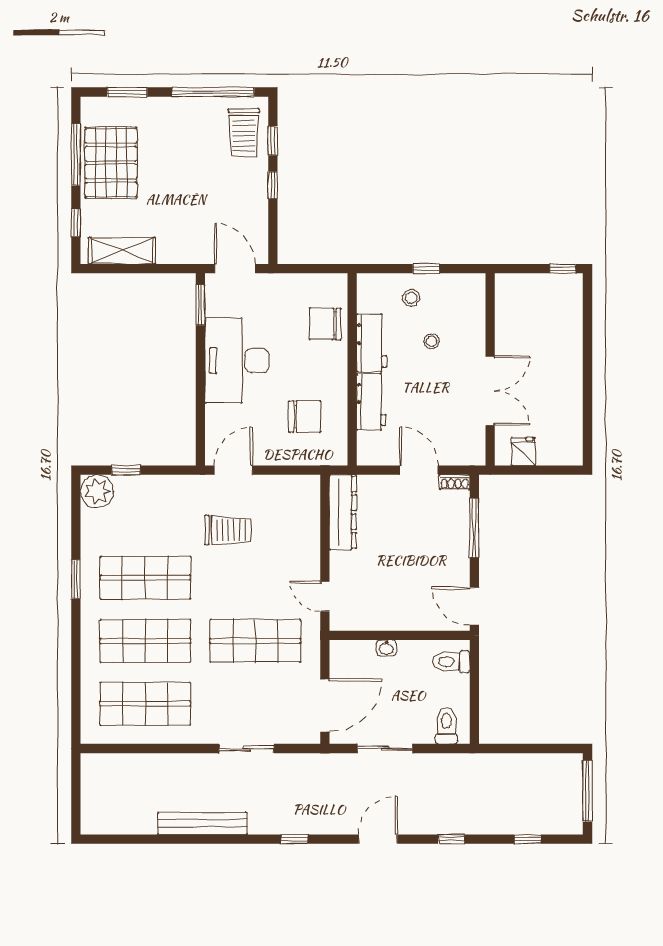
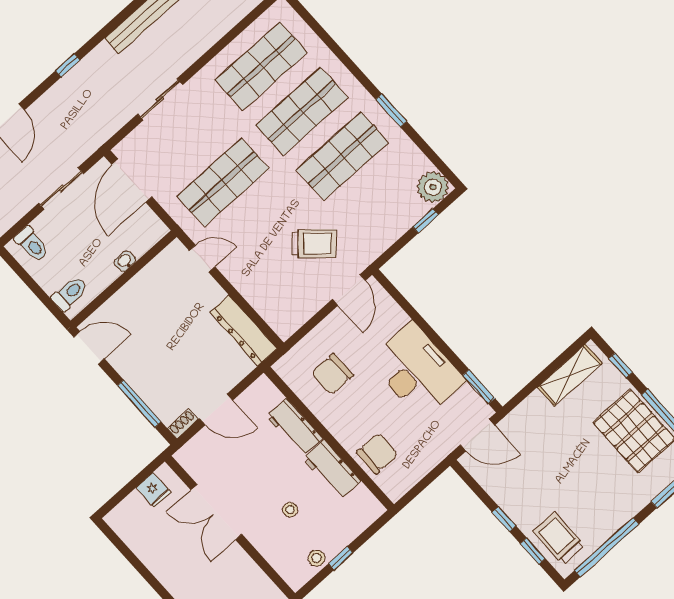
stool: (411, 298) -> (317, 558), moved
trolley: (228, 530) -> (314, 244), turned -138

